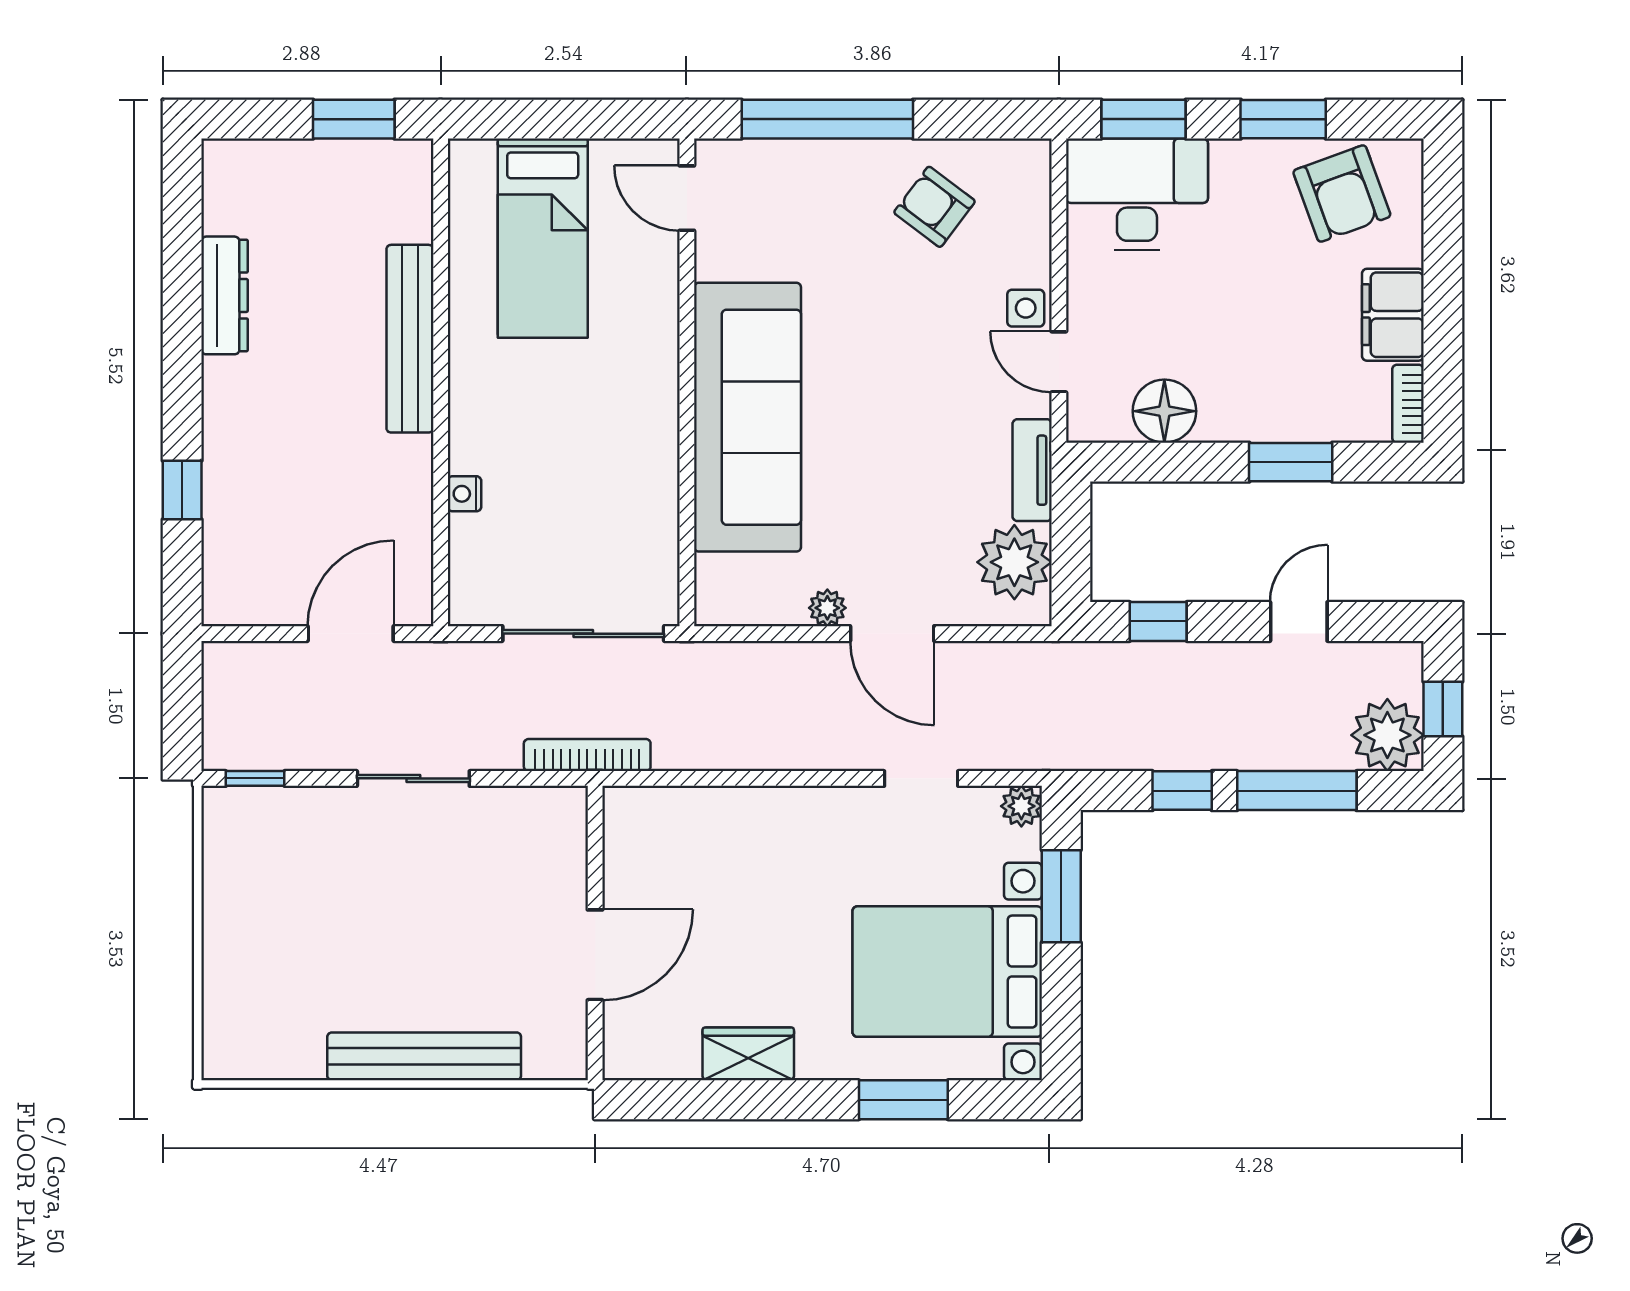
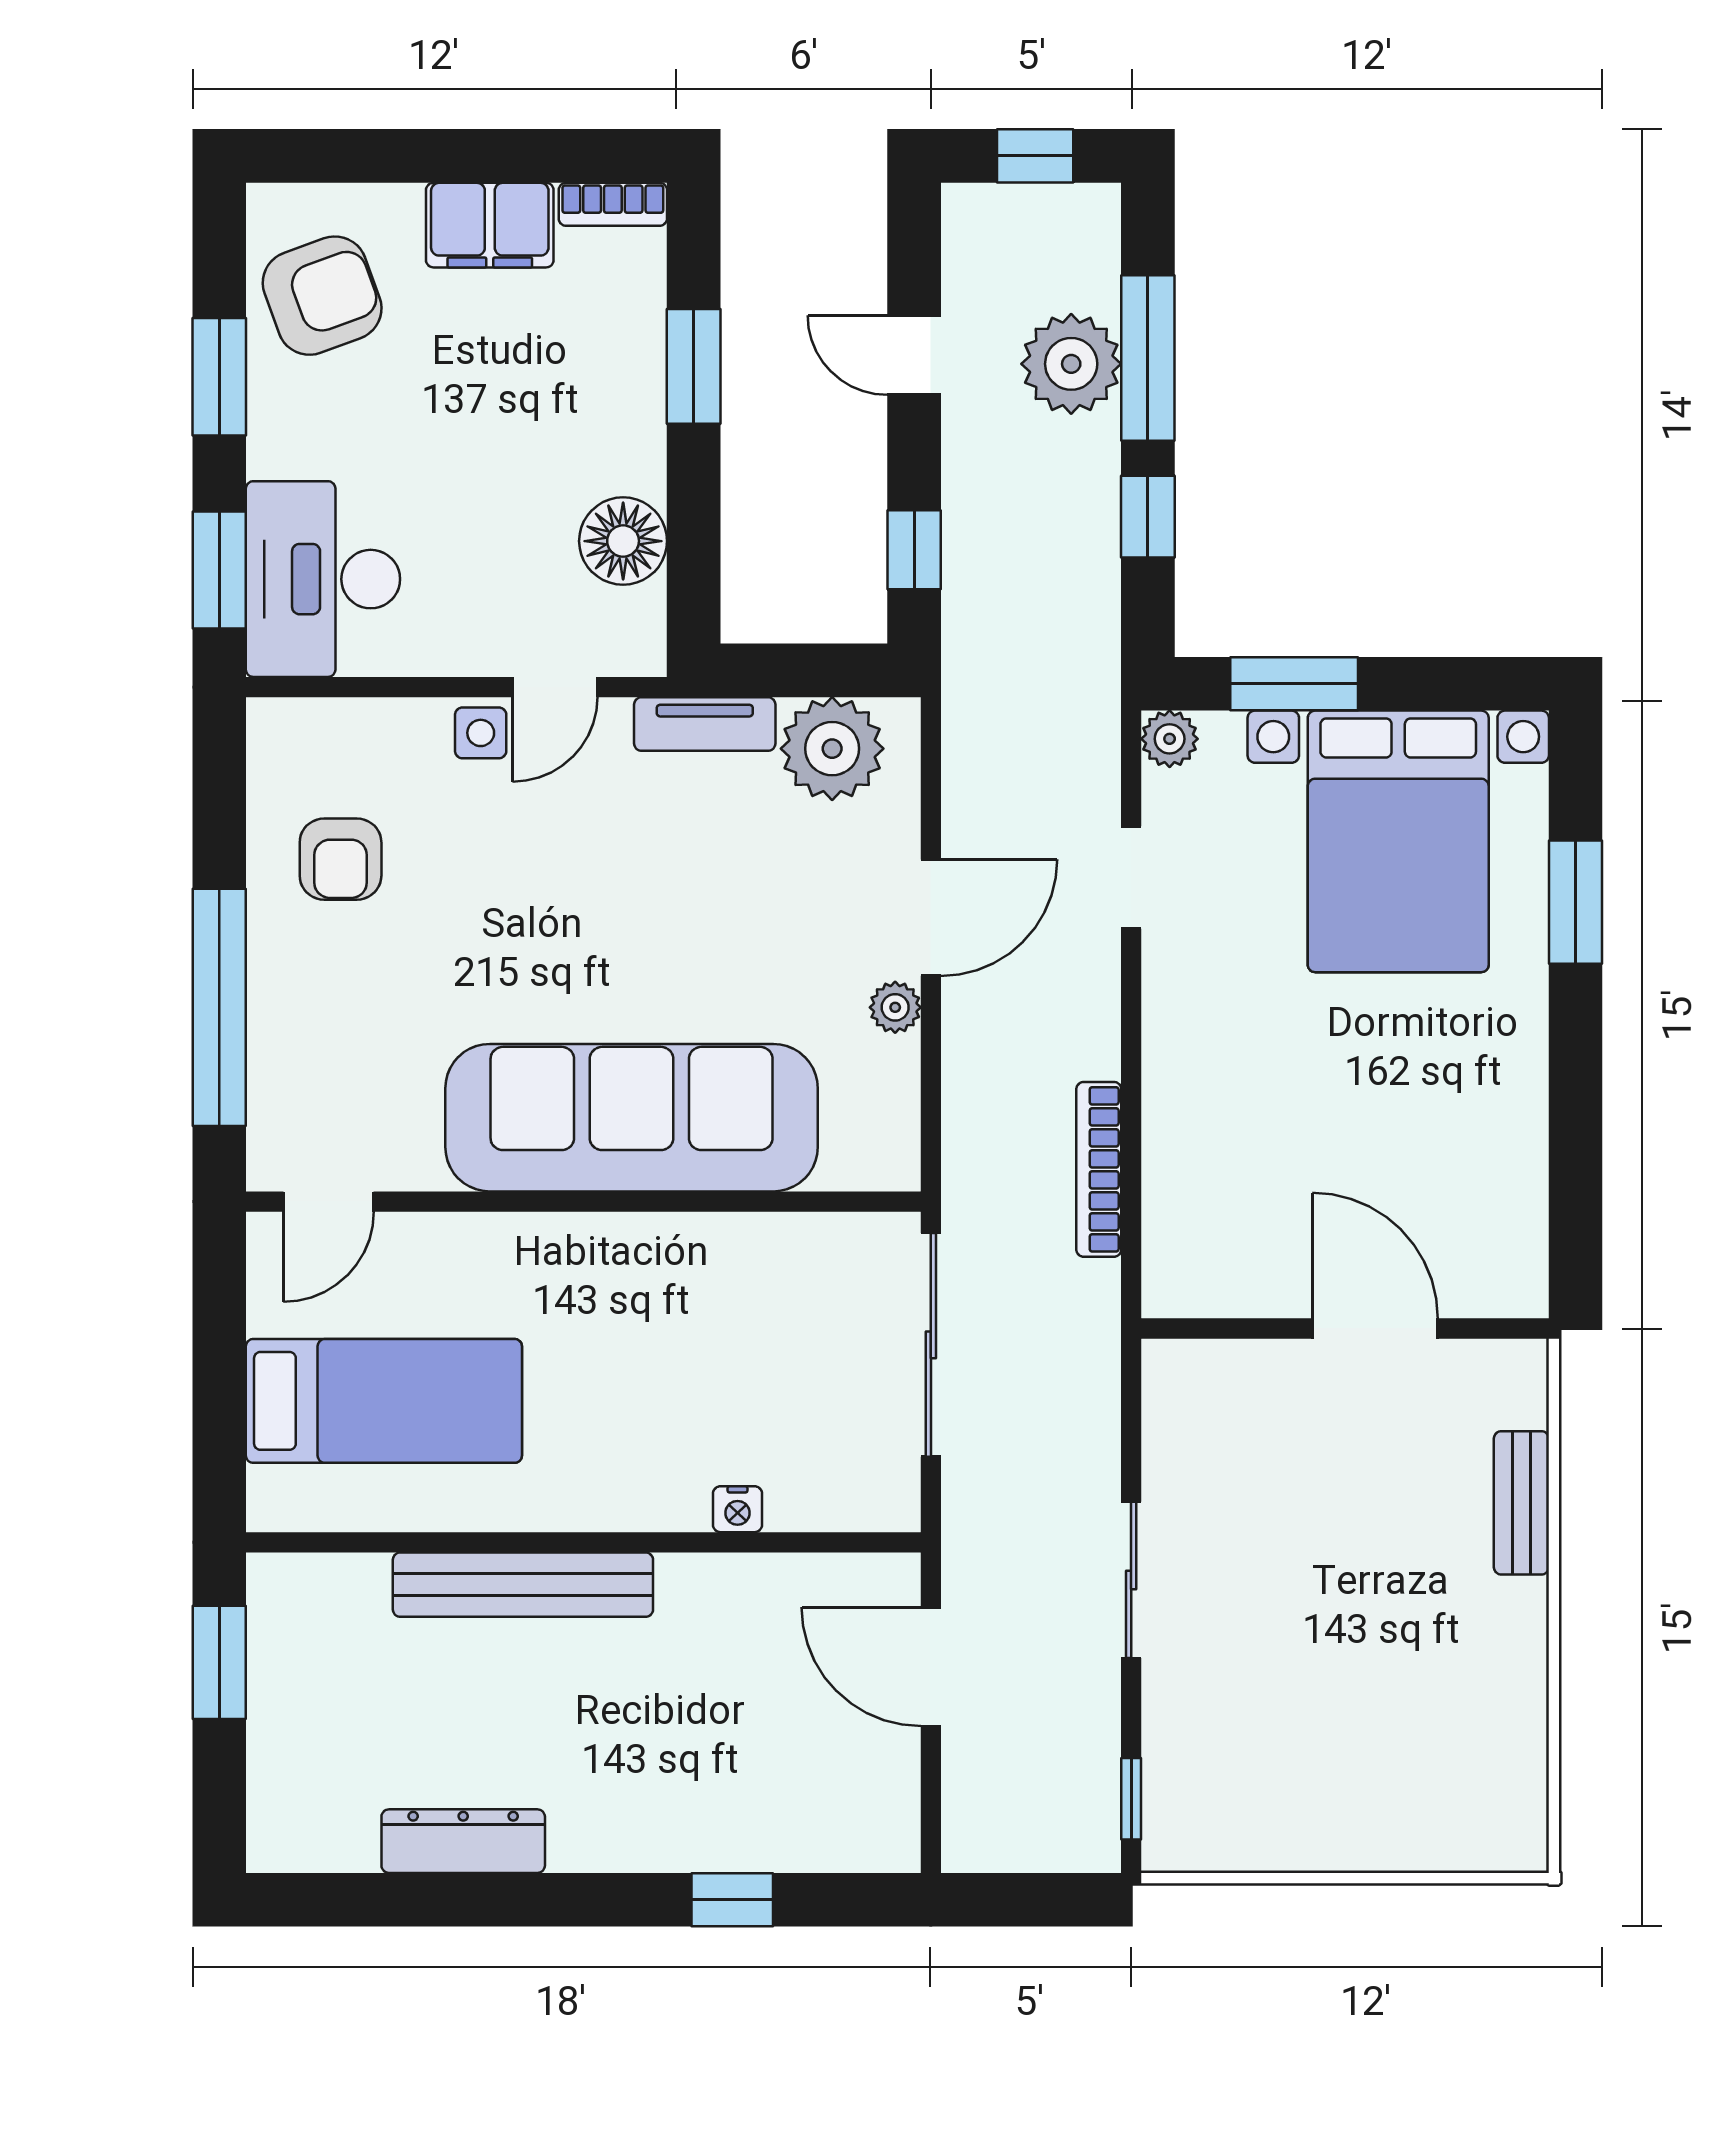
armchair: (934, 207) -> (341, 859), turned -37
plant: (1387, 735) -> (1071, 364), moved
bookcase: (587, 755) -> (1099, 1169), moved
wardrobe: (748, 1054) -> (1512, 1117), removed
bench: (424, 1056) -> (1521, 1503), width x0.54, depth x0.82

